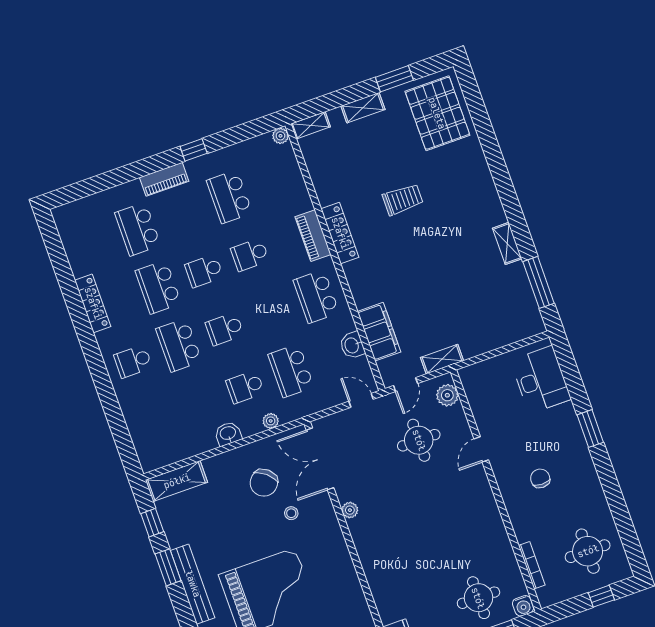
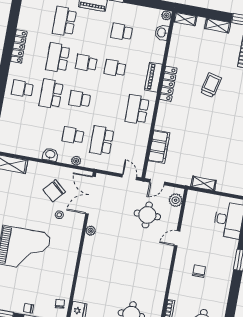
school desk: (229, 197) -> (122, 32), width x0.54
trolley: (403, 199) -> (211, 85), turned -77
washbasin: (352, 345) -> (162, 33), moved
shelving: (442, 359) -> (204, 183), moved

